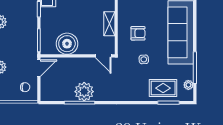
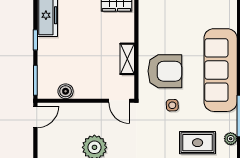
armchair: (138, 33) -> (165, 71), width x1.88, depth x1.88
boiler: (67, 44) -> (66, 91), width x0.54, depth x0.54
chair: (25, 87) -> (17, 142), removed

